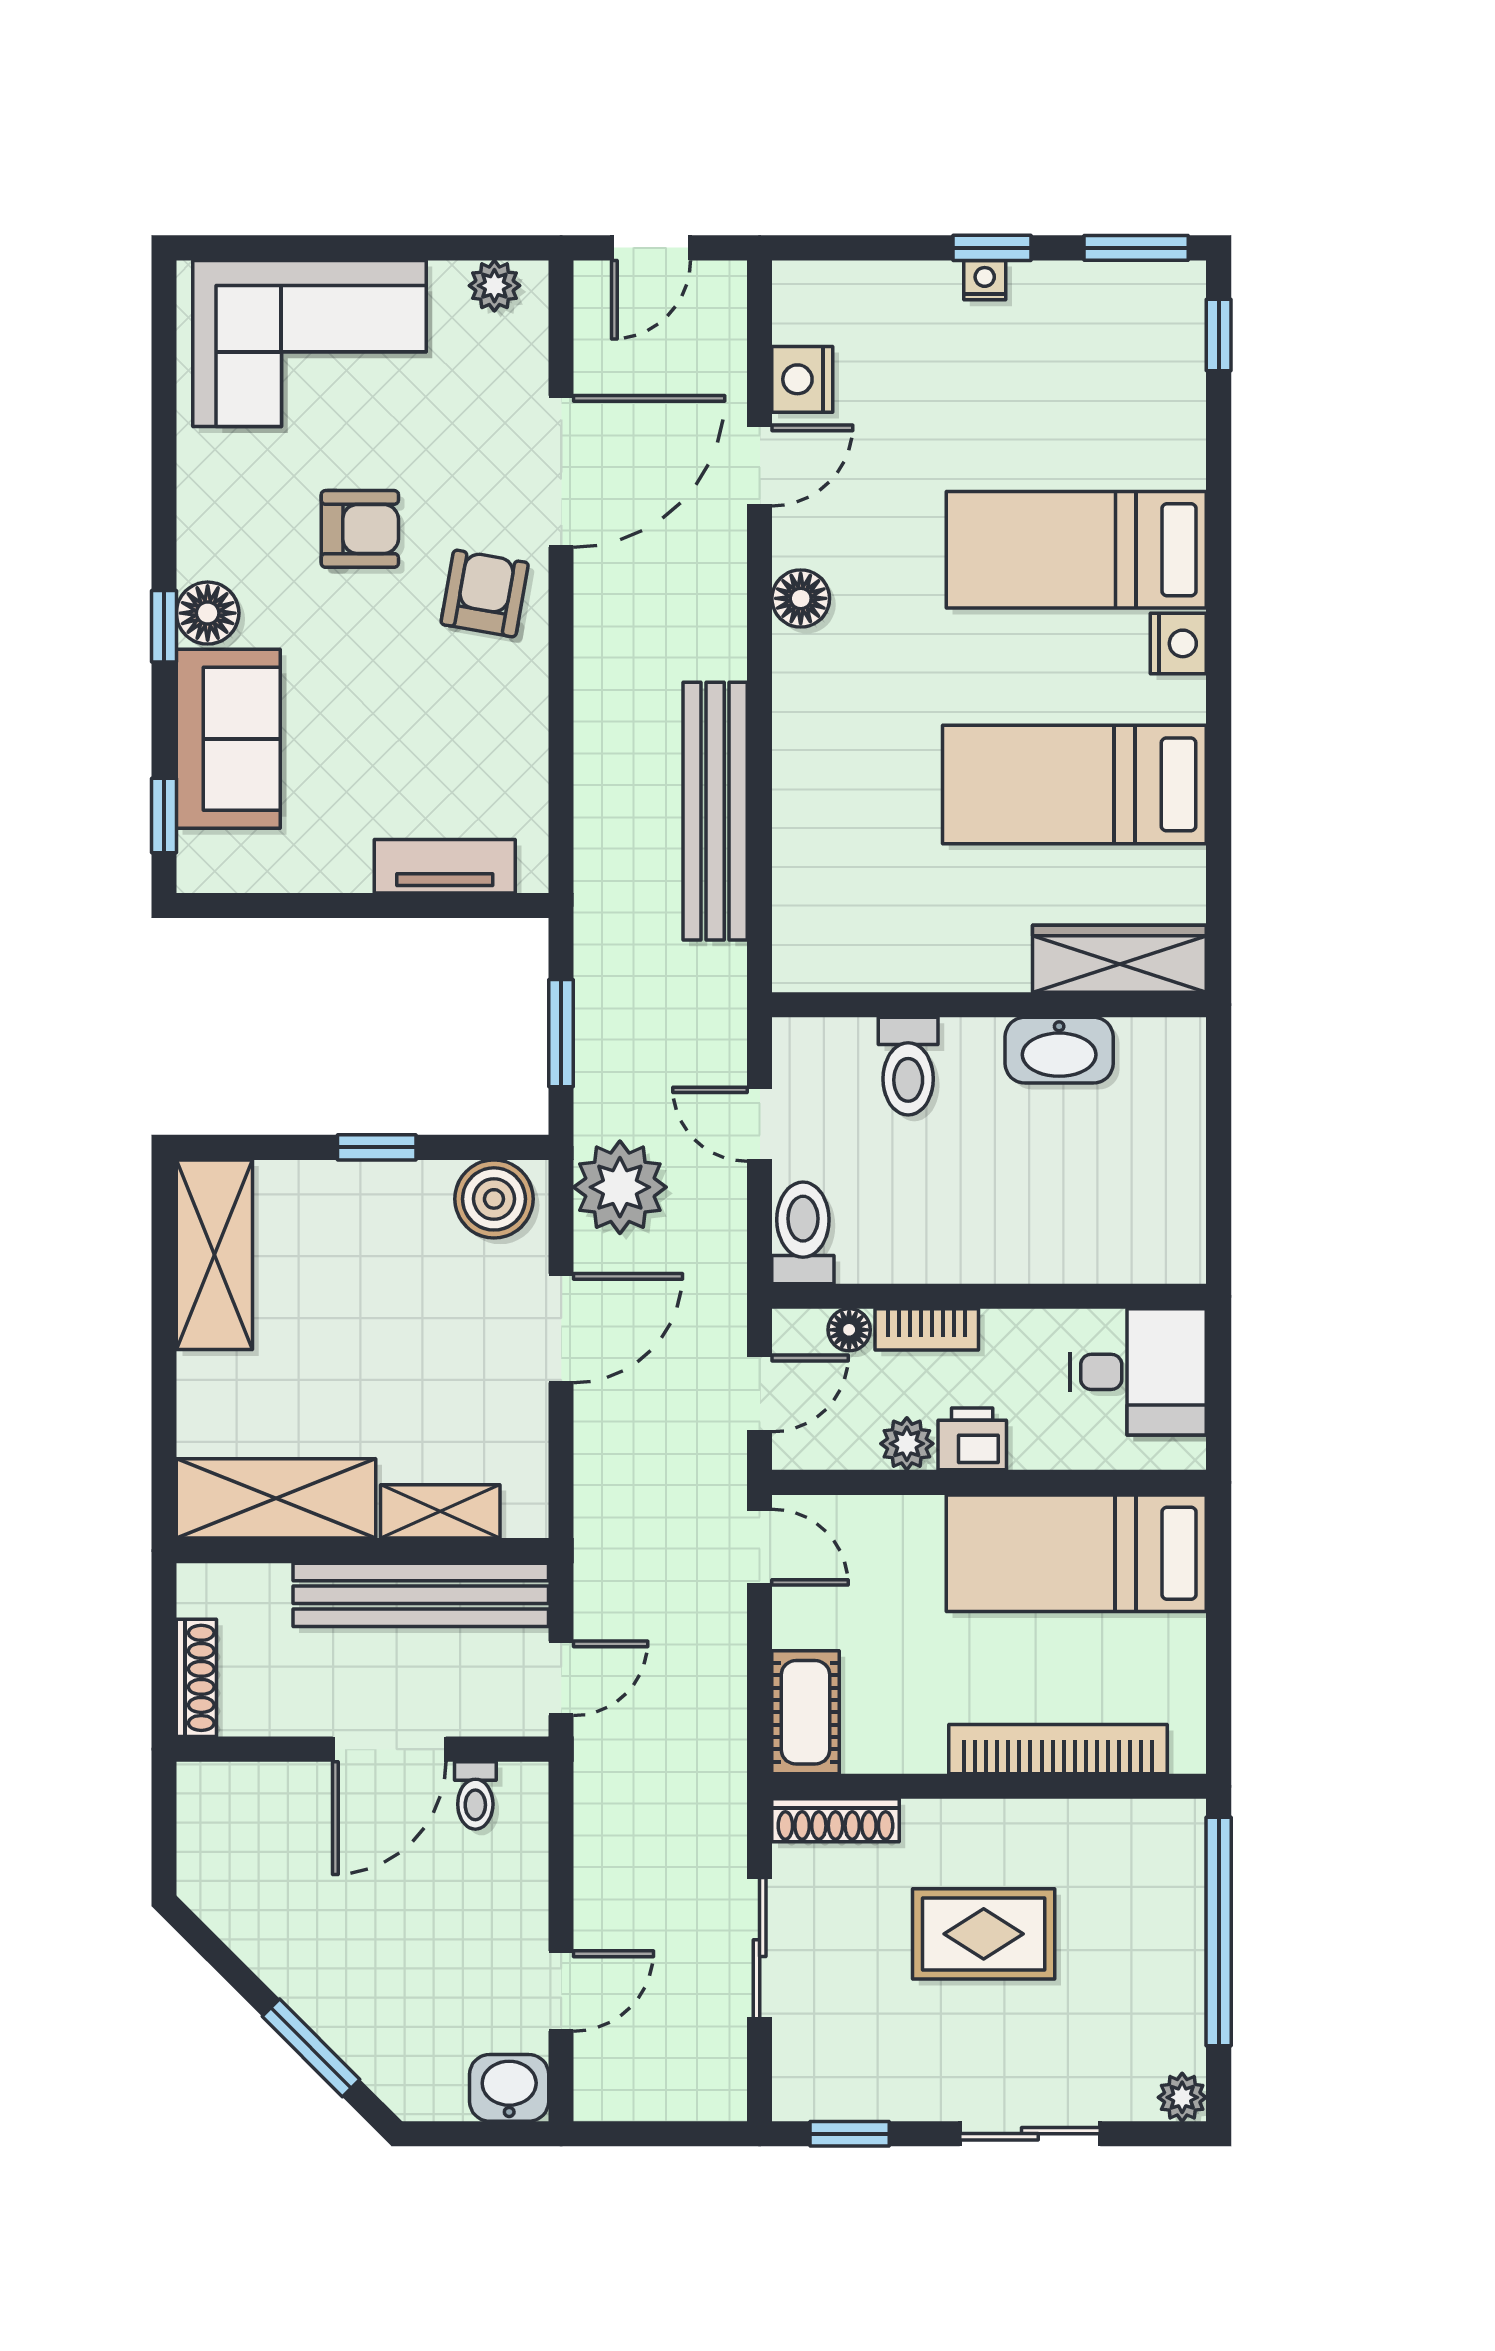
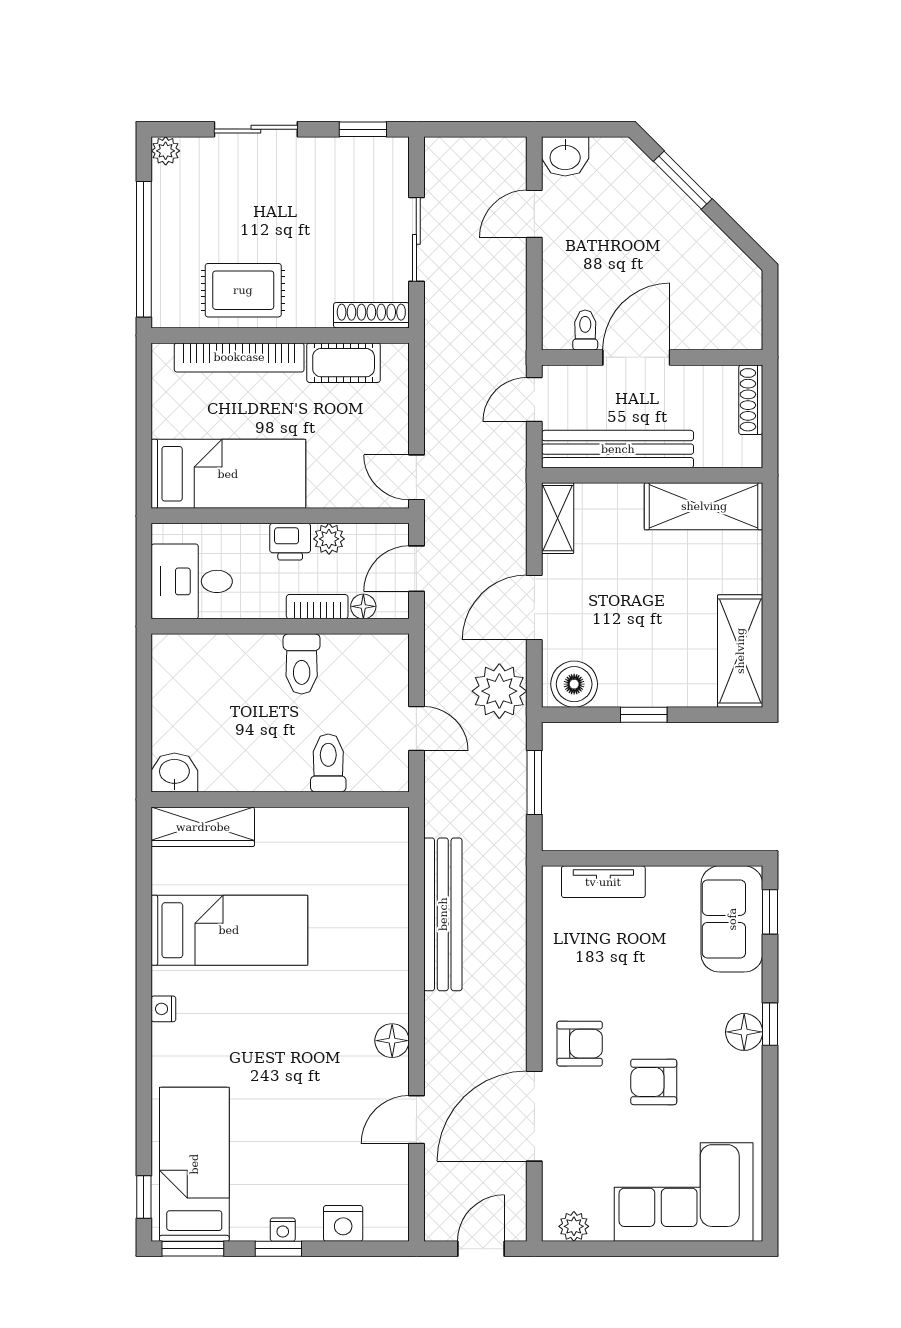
nightstand: (802, 379) -> (343, 1223), moved, turned 90
bed: (1076, 550) -> (194, 1164), moved, turned -90
armchair: (485, 594) -> (580, 1044), turned -100
nightstand: (1178, 643) -> (163, 1009), width x0.72, depth x0.74
sofa: (228, 739) -> (732, 919), moved
washbasin: (1059, 1050) -> (174, 773), moved, width x0.72
toilet: (803, 1233) -> (302, 664), moved
shelving: (440, 1511) -> (558, 518), moved, turned 90
cot: (805, 1712) -> (344, 363), moved, turned 90
rug: (984, 1934) -> (243, 290), moved

